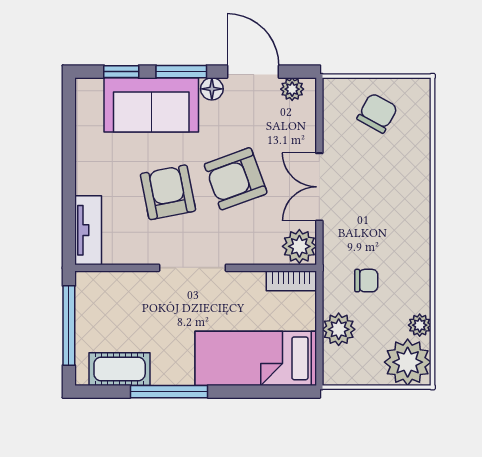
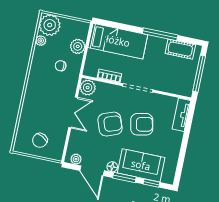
armchair: (168, 192) -> (142, 124), turned -91
bookcase: (291, 281) -> (109, 76), moved

